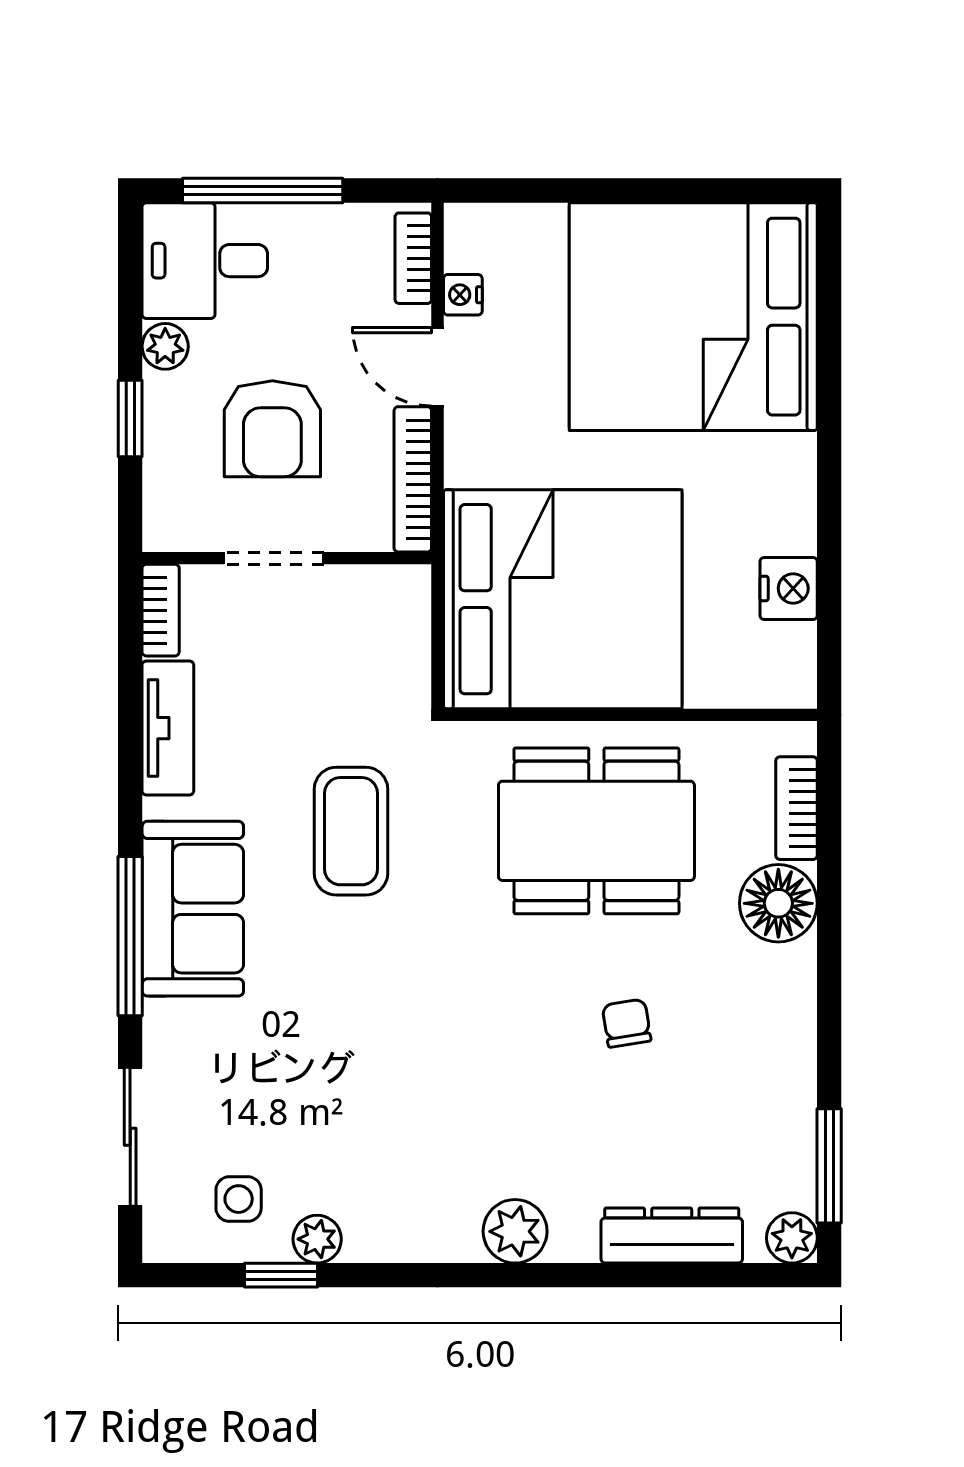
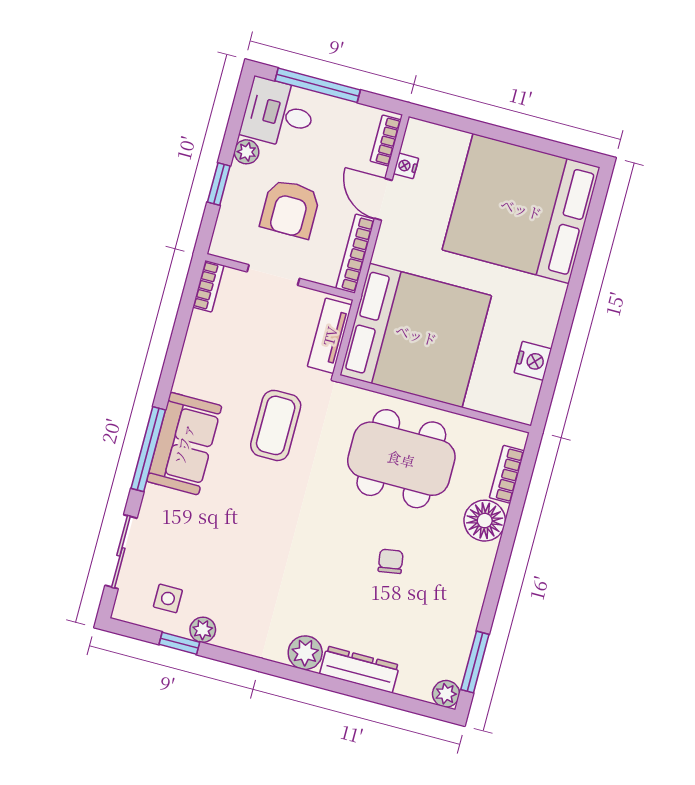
tv unit: (168, 728) -> (330, 336), moved, turned 180
dresser: (672, 1235) -> (360, 669), moved

